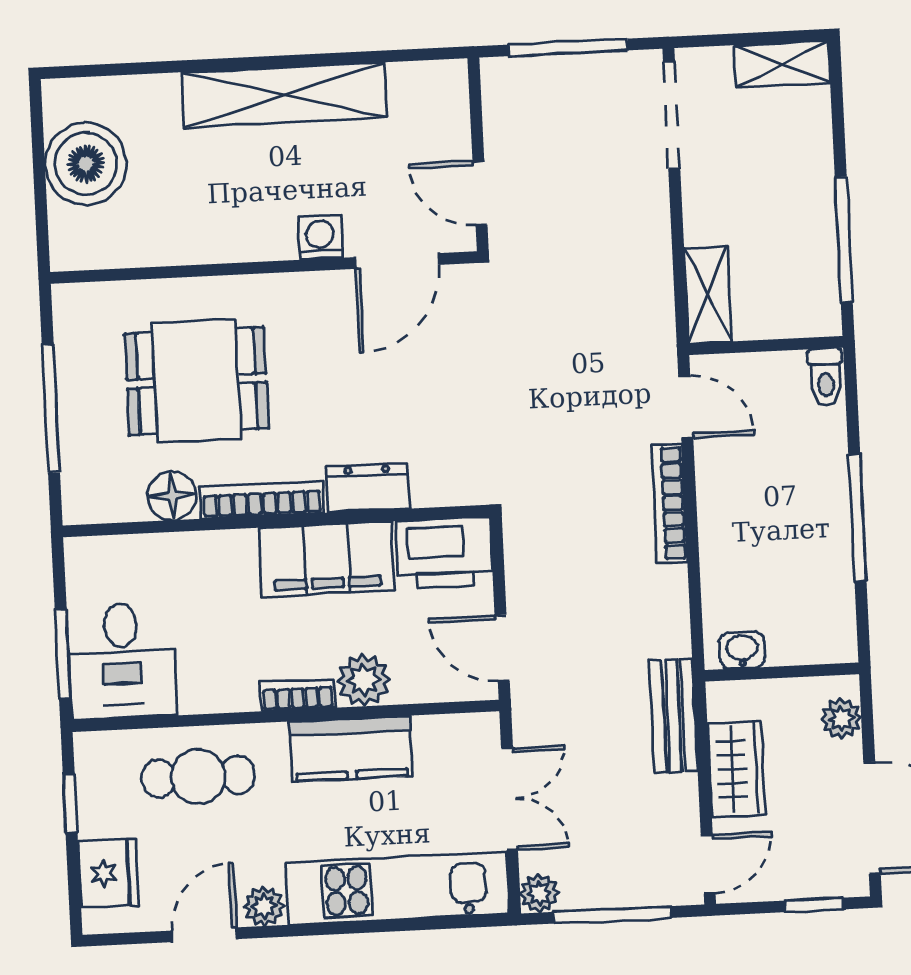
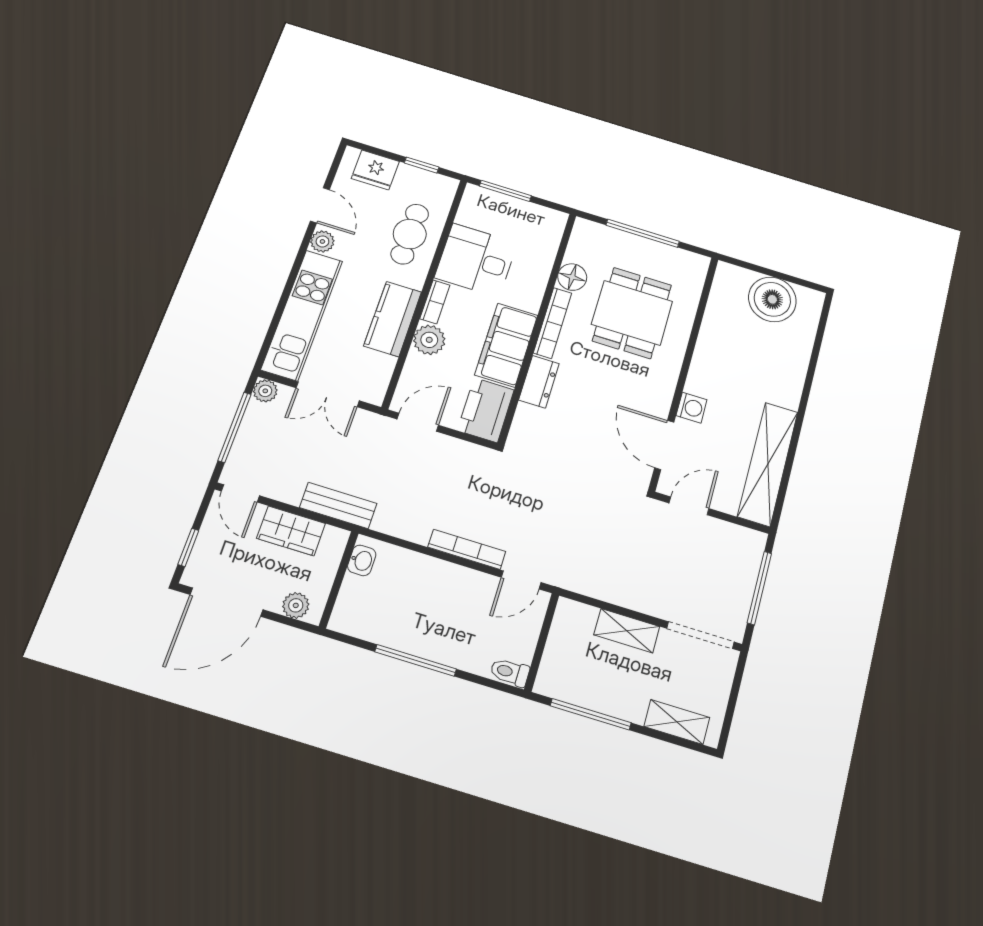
shelving: (782, 64) -> (677, 722), moved, turned 90
shelving: (284, 95) -> (768, 464), moved
shelving: (708, 295) -> (627, 631), moved
desk: (122, 661) -> (476, 260), moved

